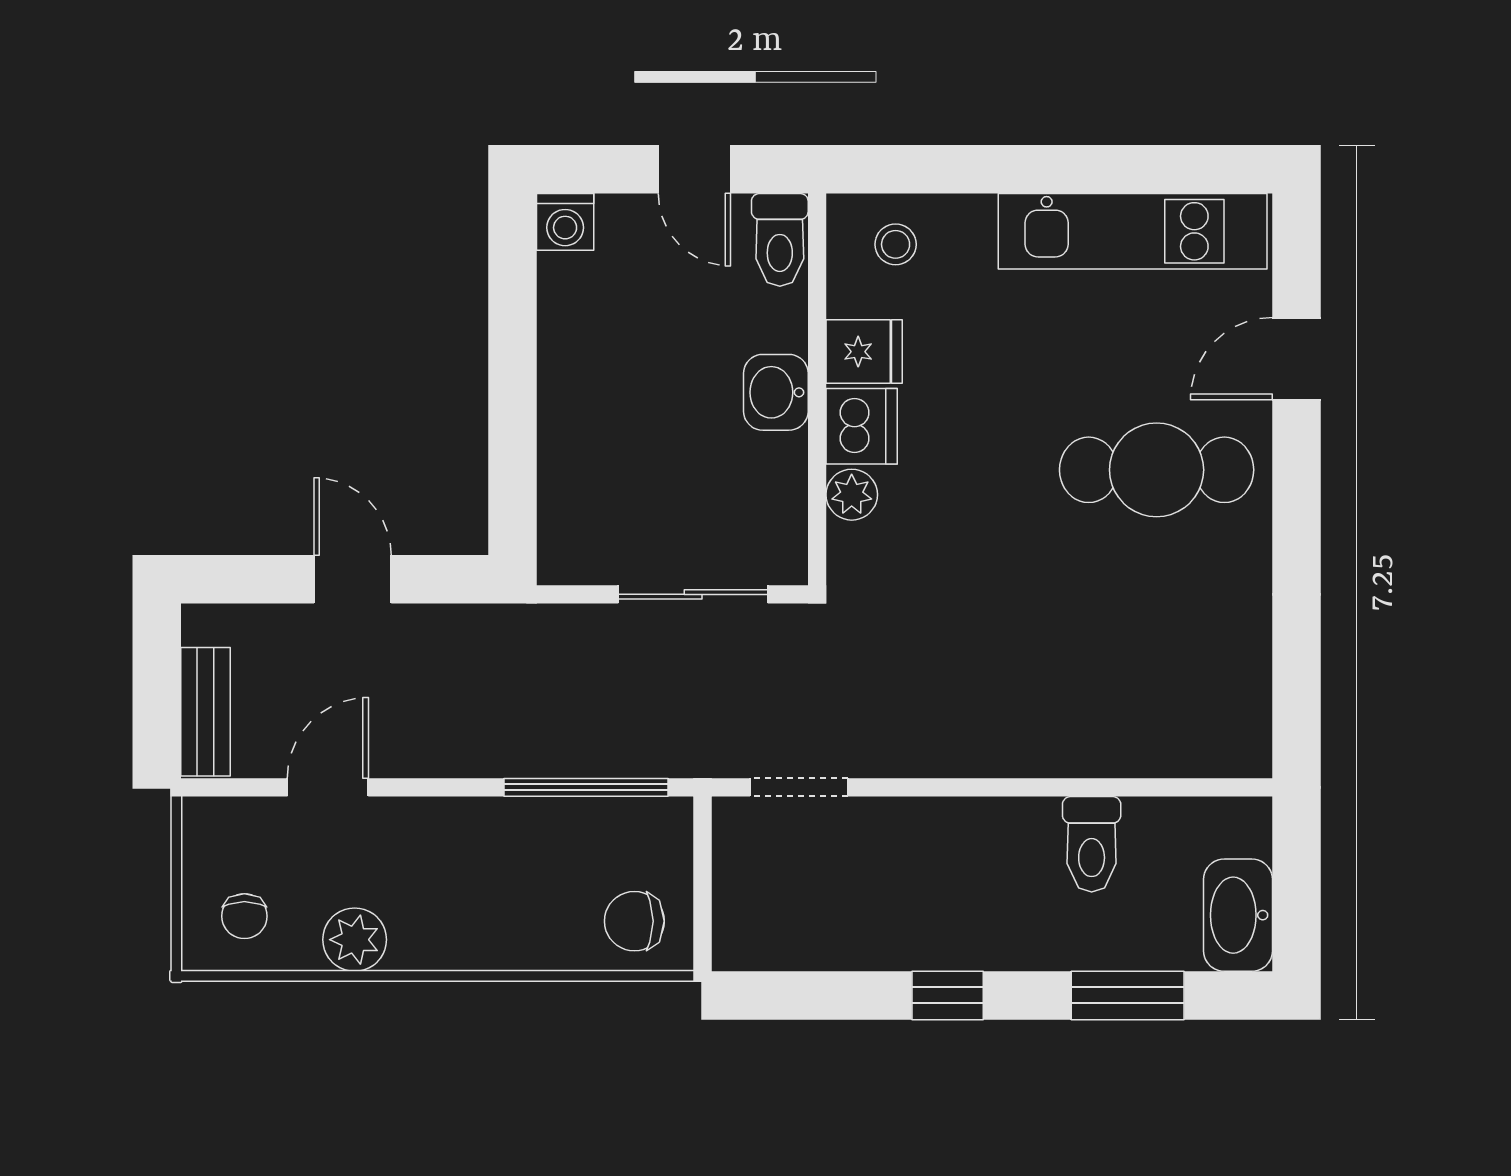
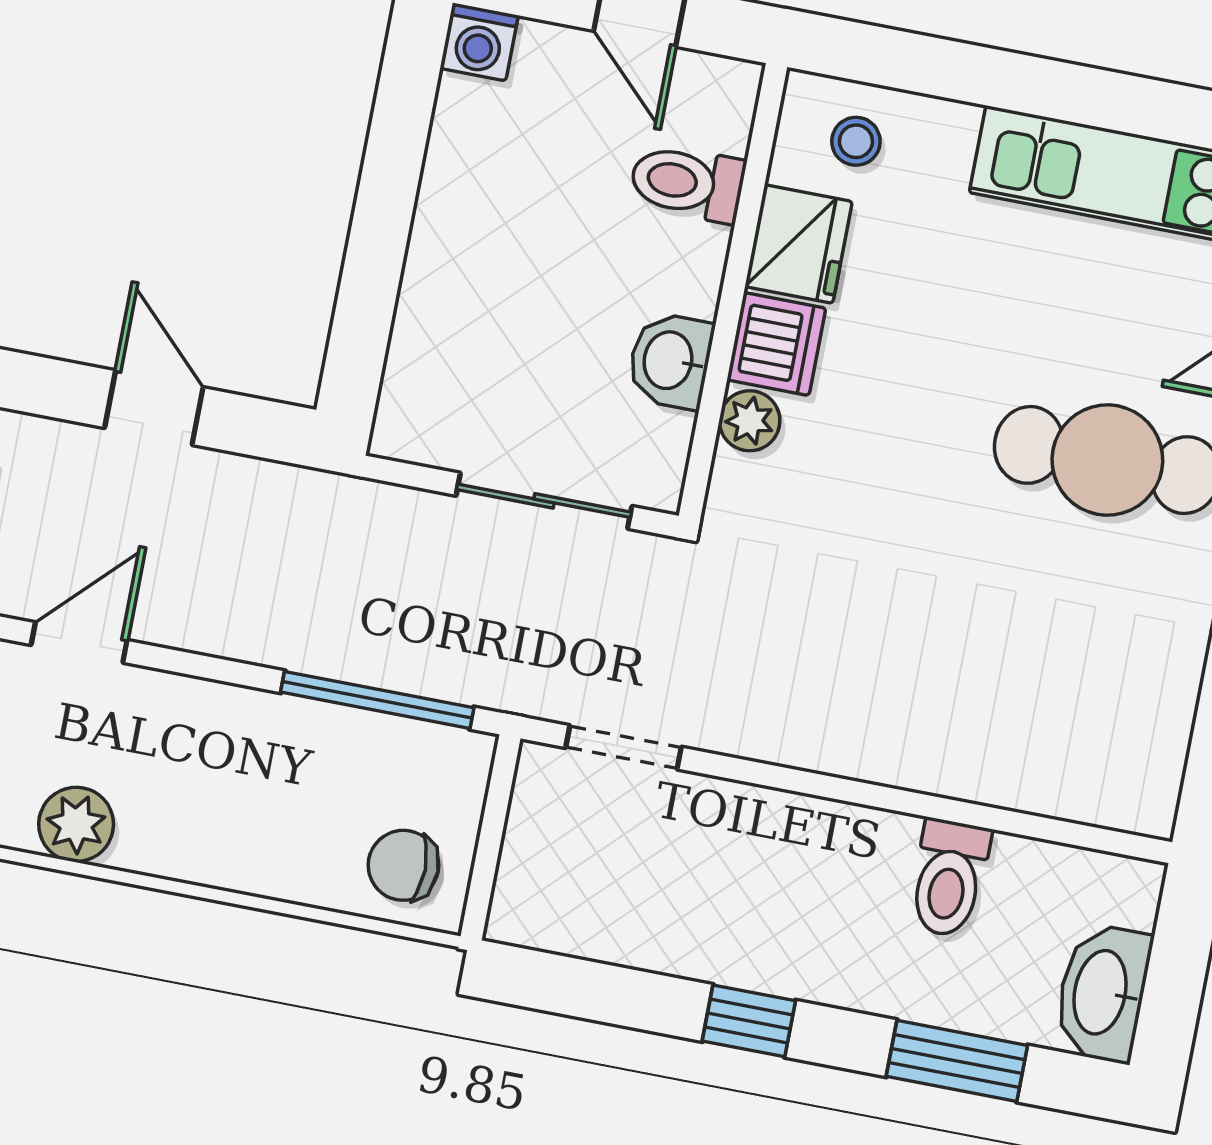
toilet: (780, 240) -> (687, 183), moved, turned 90
fridge: (864, 352) -> (799, 244), width x1.38
washbasin: (776, 392) -> (670, 361), moved

